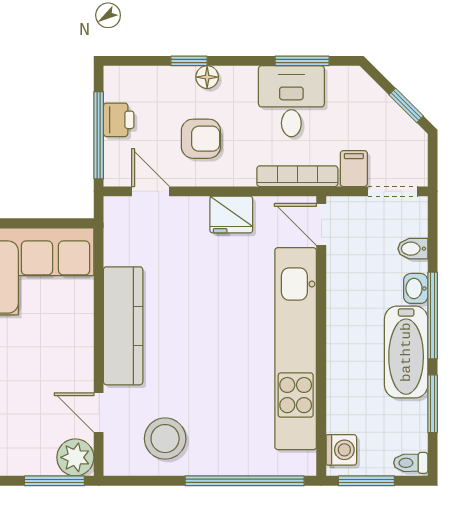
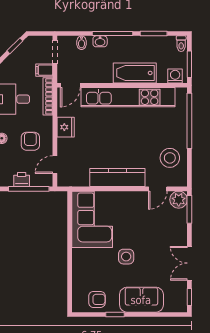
bathtub: (406, 352) -> (135, 73), moved, turned 180

